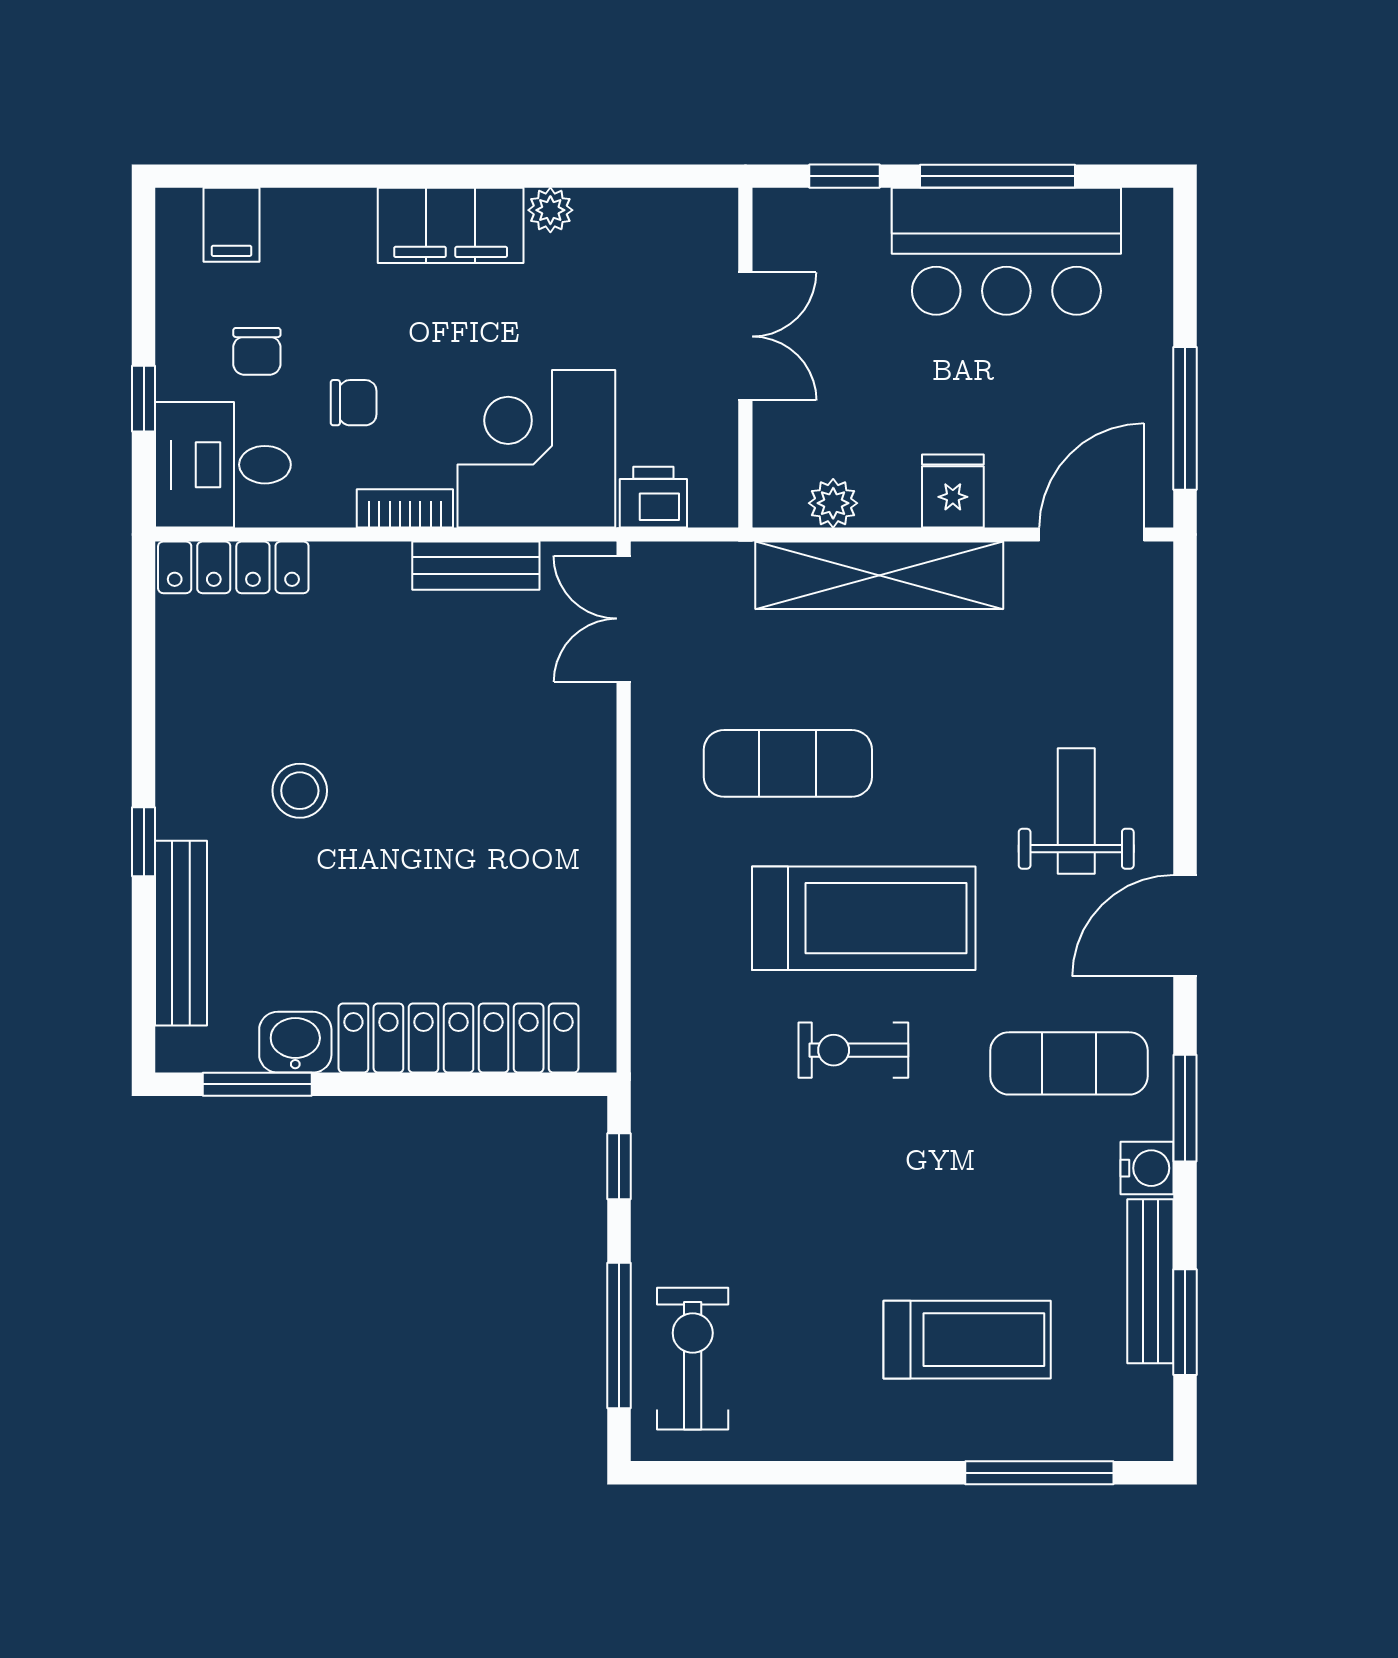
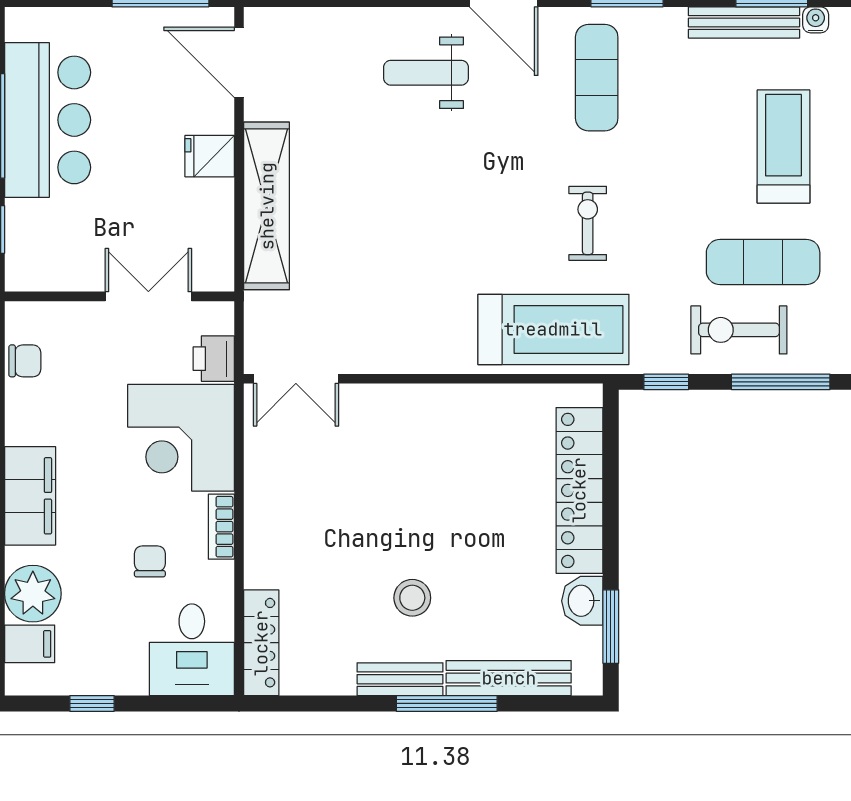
plant: (550, 210) -> (33, 594), moved, width x1.87, depth x1.87
double door: (745, 336) -> (148, 296), moved
chair: (257, 351) -> (25, 361), moved
window: (144, 399) -> (92, 703), moved
plant: (833, 503) -> (218, 237), removed
bench: (476, 566) -> (400, 679), moved, turned 90
exercise mat: (788, 763) -> (763, 262), moved, turned 90
window: (144, 842) -> (447, 703), width x2.17
treadmill: (864, 918) -> (553, 329), moved, turned 90
exercise bike: (853, 1050) -> (588, 223), turned 180
water cooler: (1147, 1168) -> (816, 20), moved, width x0.72, depth x0.72
exercise bike: (693, 1359) -> (739, 330), moved

